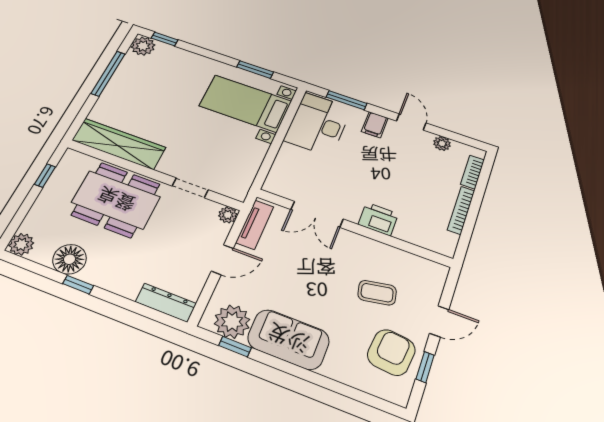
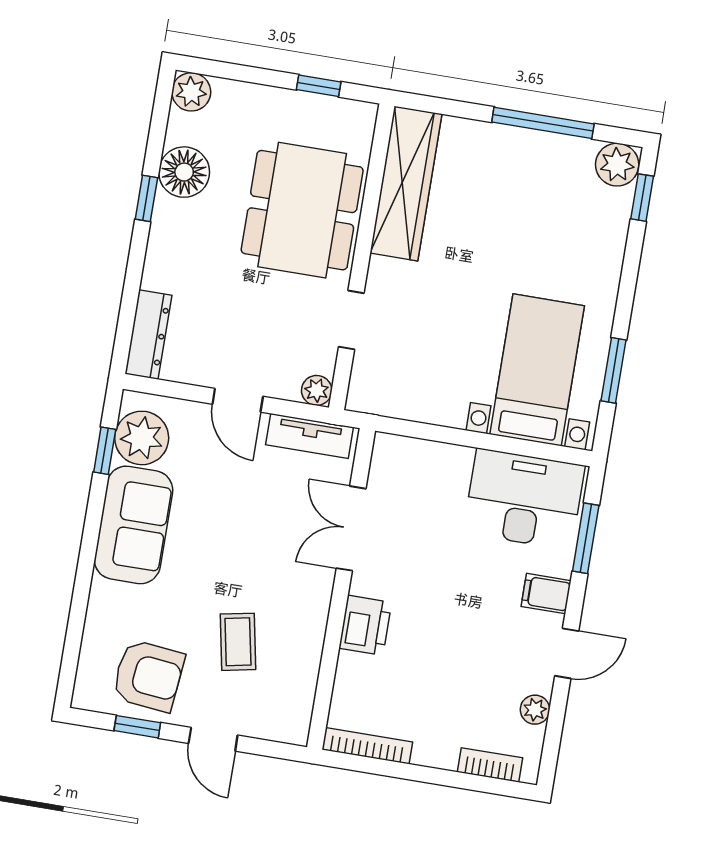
bookcase: (461, 210) -> (367, 746), moved

